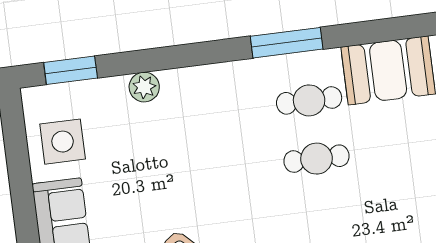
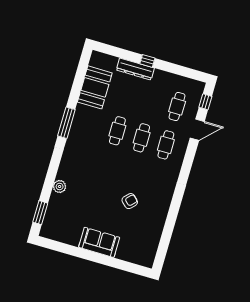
cafe table: (309, 100) -> (142, 138), moved
side table: (63, 142) -> (67, 228), removed

